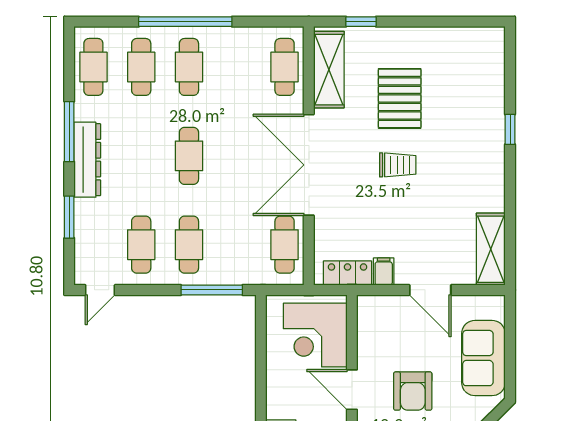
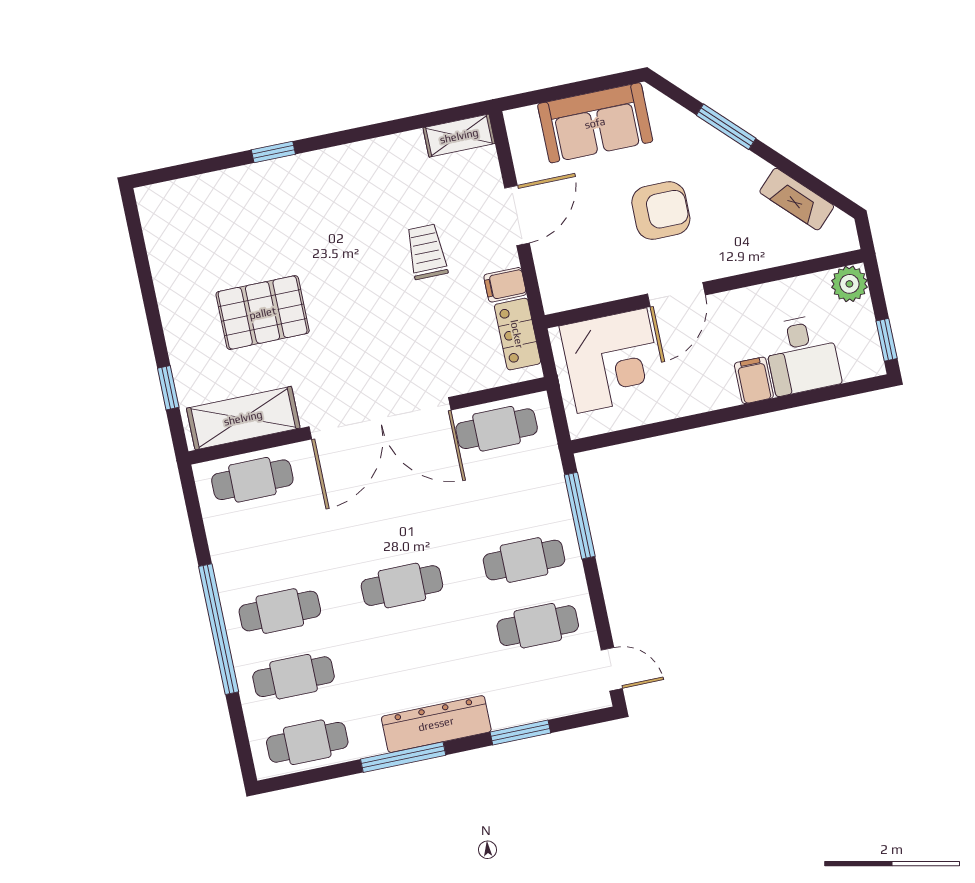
trolley: (398, 165) -> (427, 252), moved
shelving: (491, 249) -> (459, 136), width x0.67, depth x0.75

